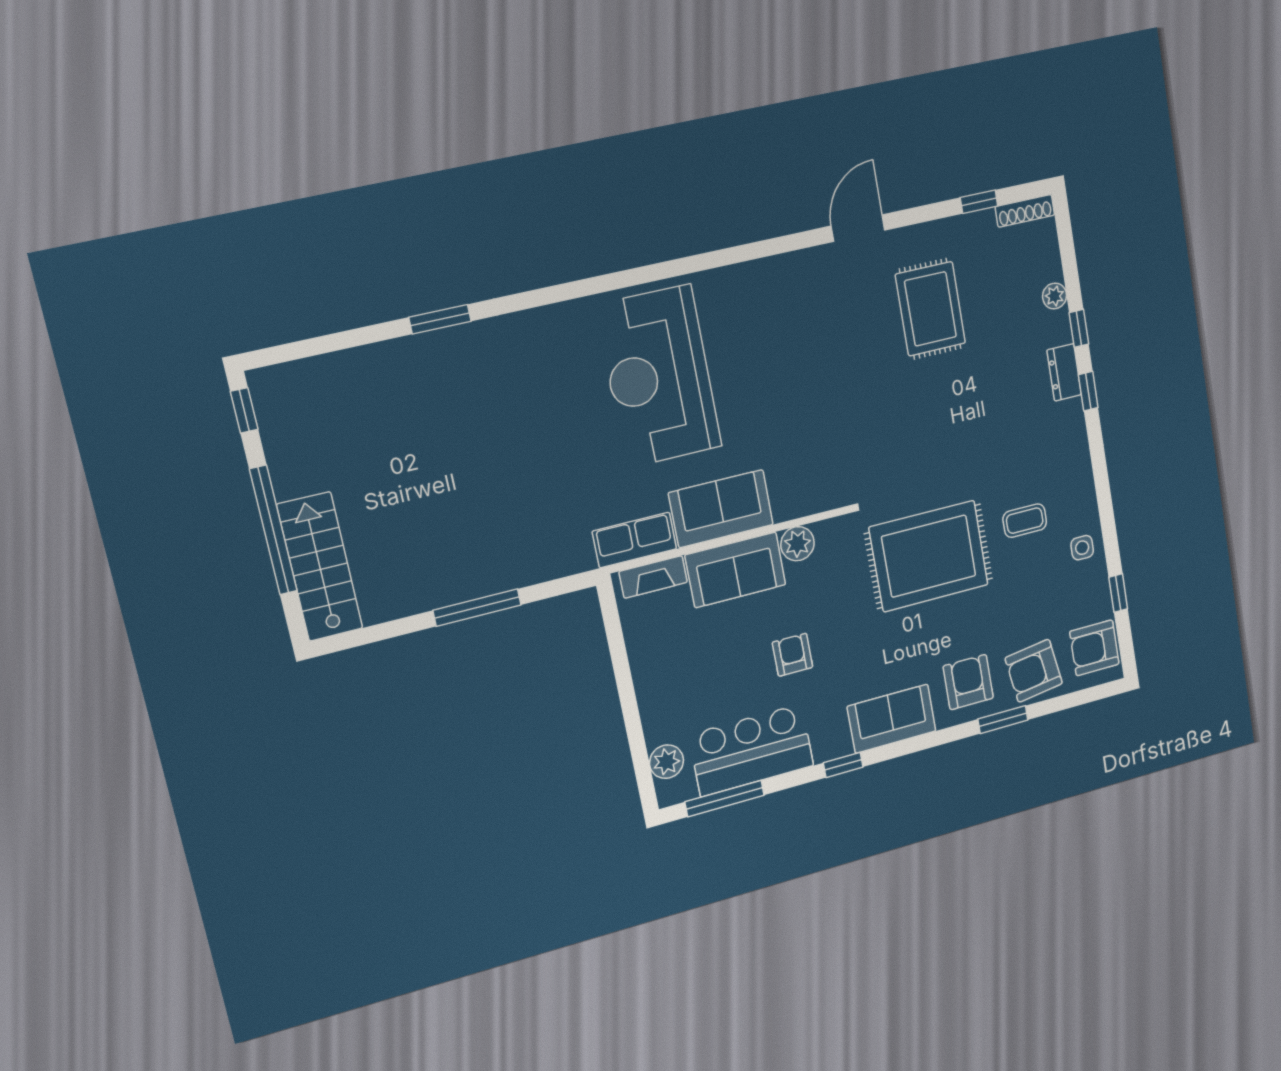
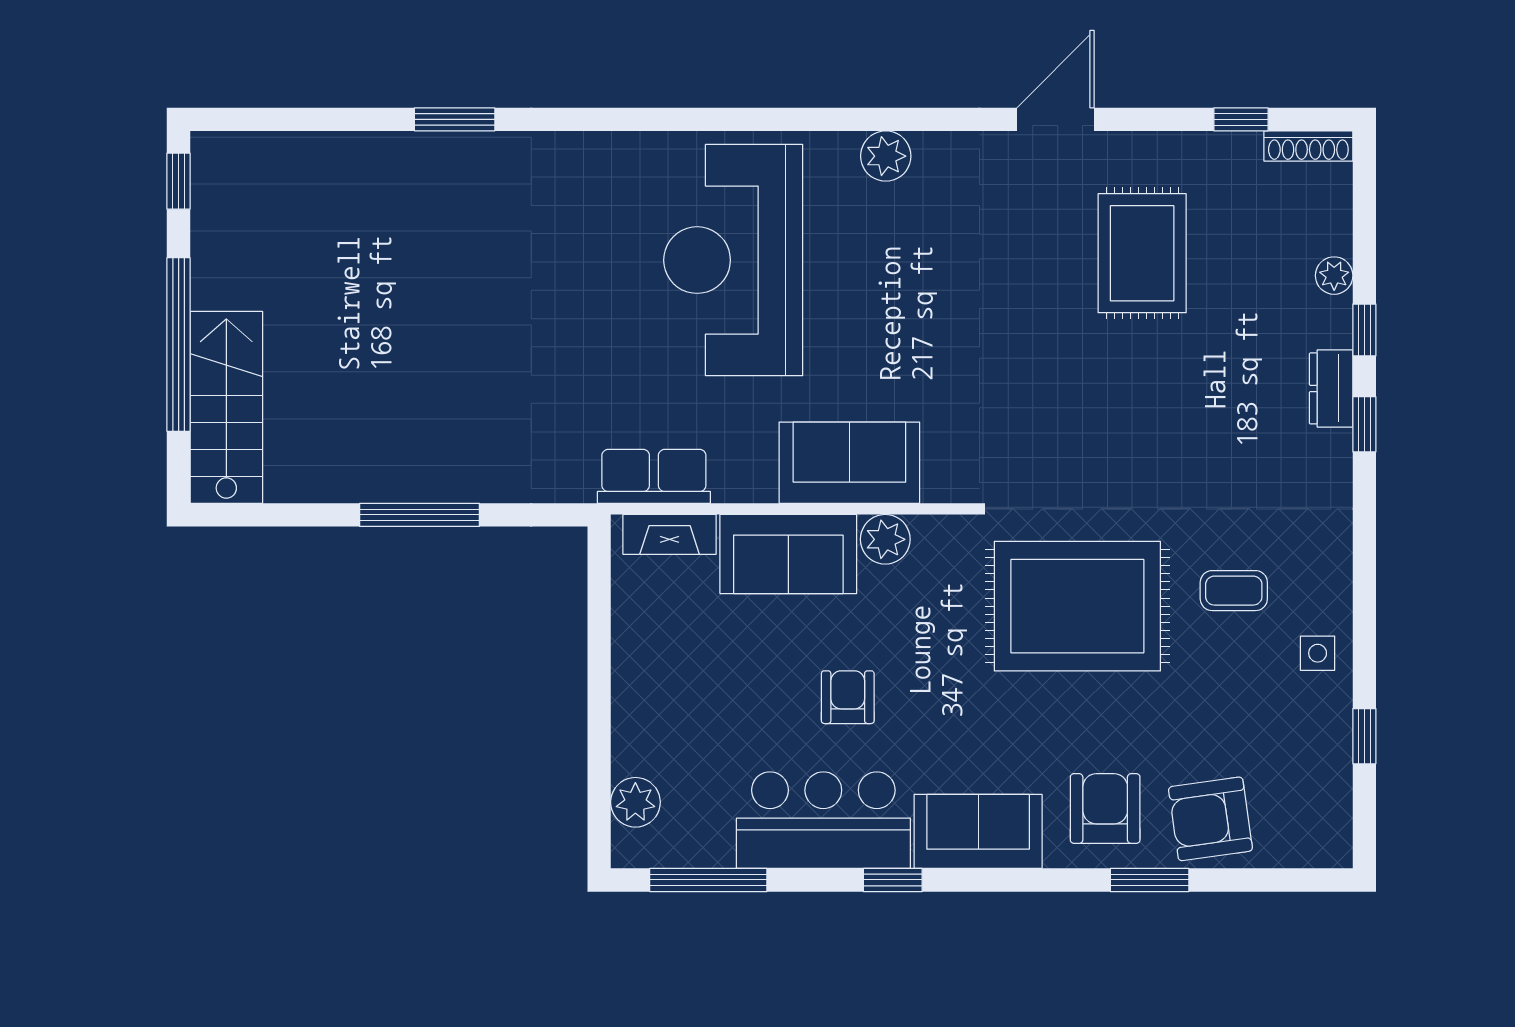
plant: (749, 279) -> (886, 156), added
sofa: (721, 509) -> (849, 463), moved
armchair: (1094, 648) -> (1313, 810), removed
bar counter: (751, 750) -> (823, 820), moved

